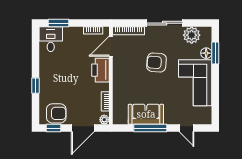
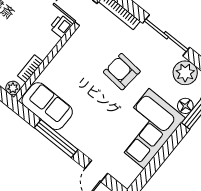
printer: (101, 70) -> (61, 26), width x0.53, depth x0.68
sofa: (146, 114) -> (47, 106), moved

